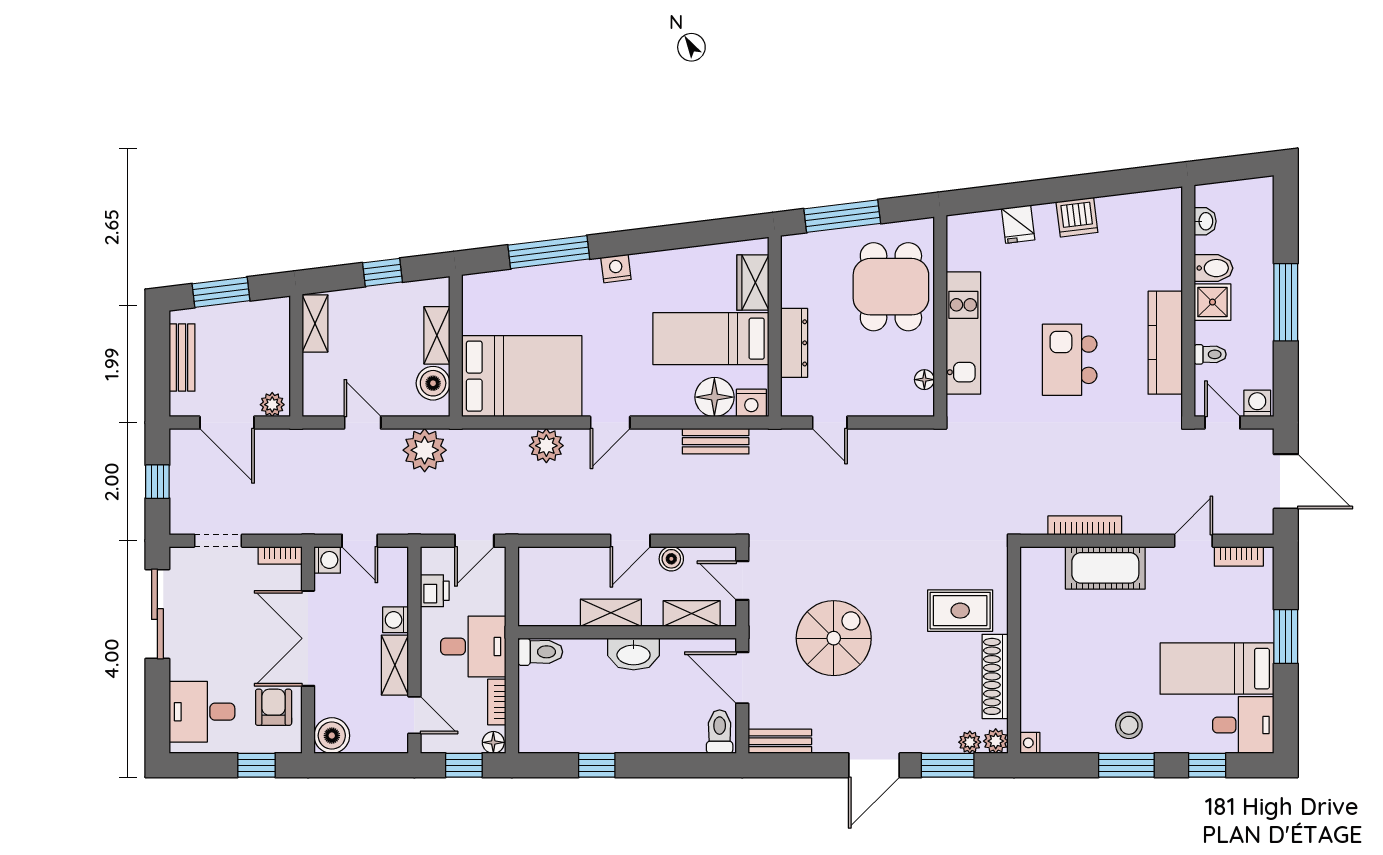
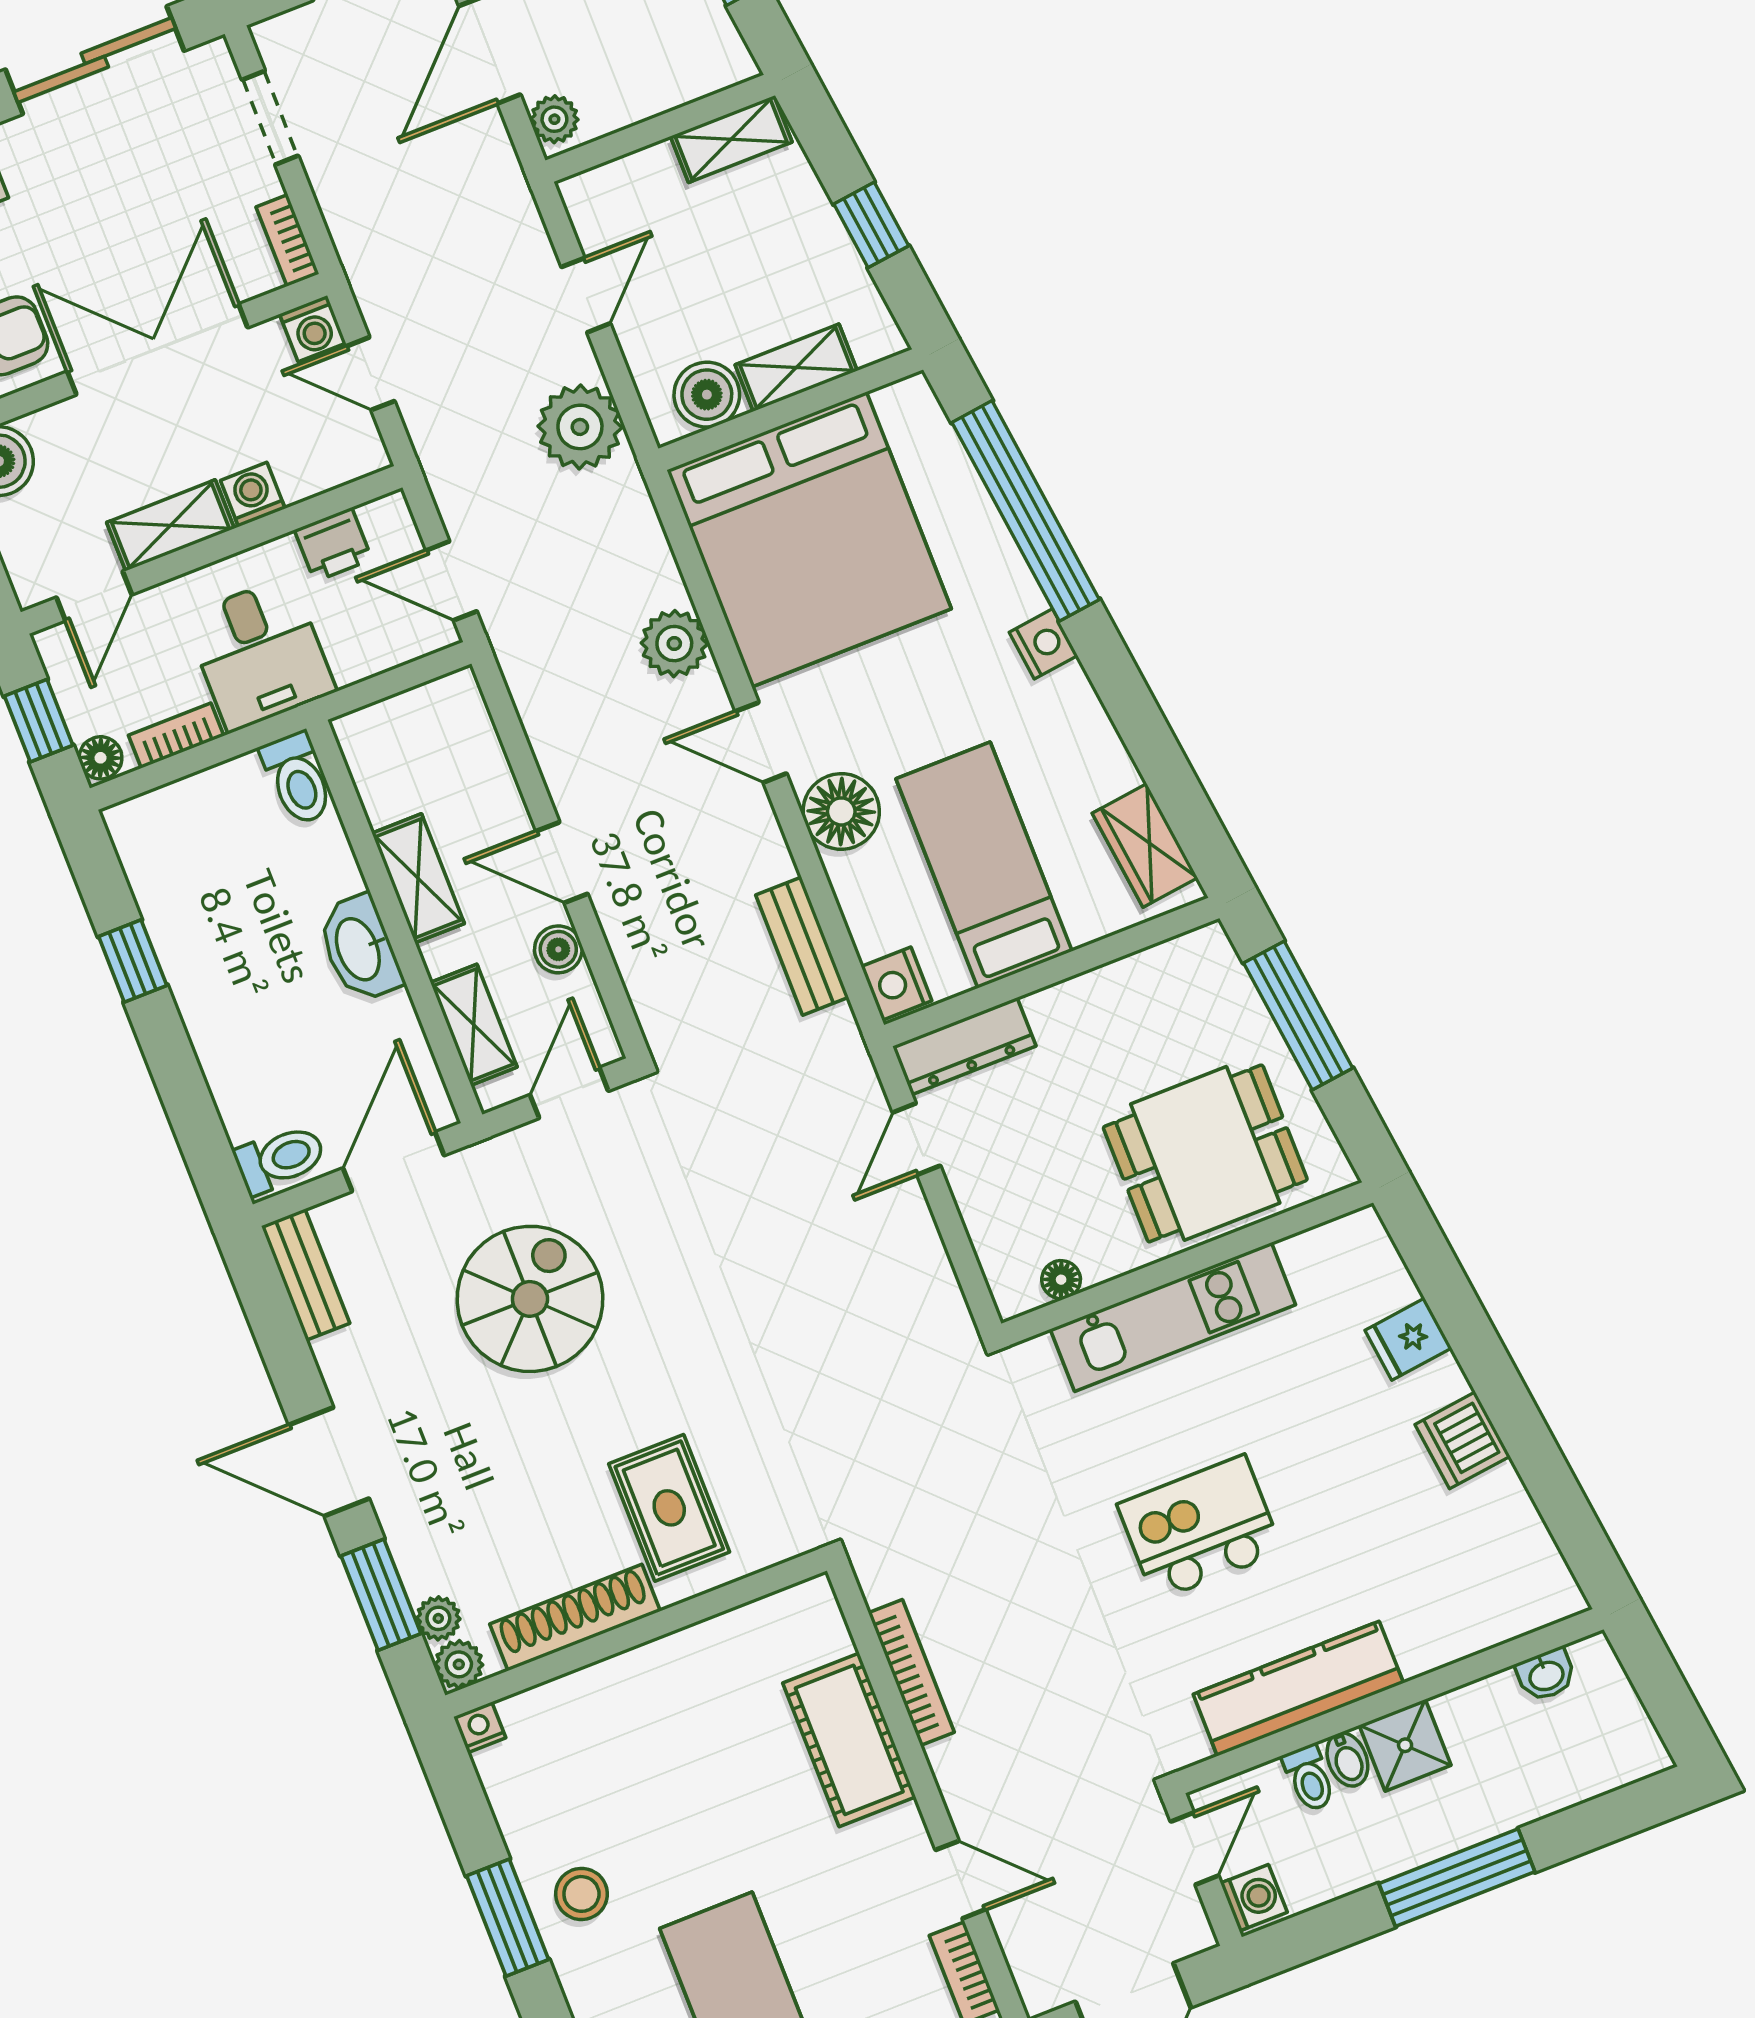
window: (549, 252) -> (1026, 511), width x1.46
bidet: (1214, 268) -> (1347, 1759), moved, width x0.72, depth x0.74
wardrobe: (753, 283) -> (1145, 845), moved, turned -97
dresser: (794, 343) -> (964, 1046), moved
bed: (522, 376) -> (809, 539), width x1.36
floor lamp: (714, 397) -> (841, 811), moved
door: (360, 541) -> (370, 374), hinge flipped
spiral stairs: (834, 638) -> (530, 1299), turned -90

